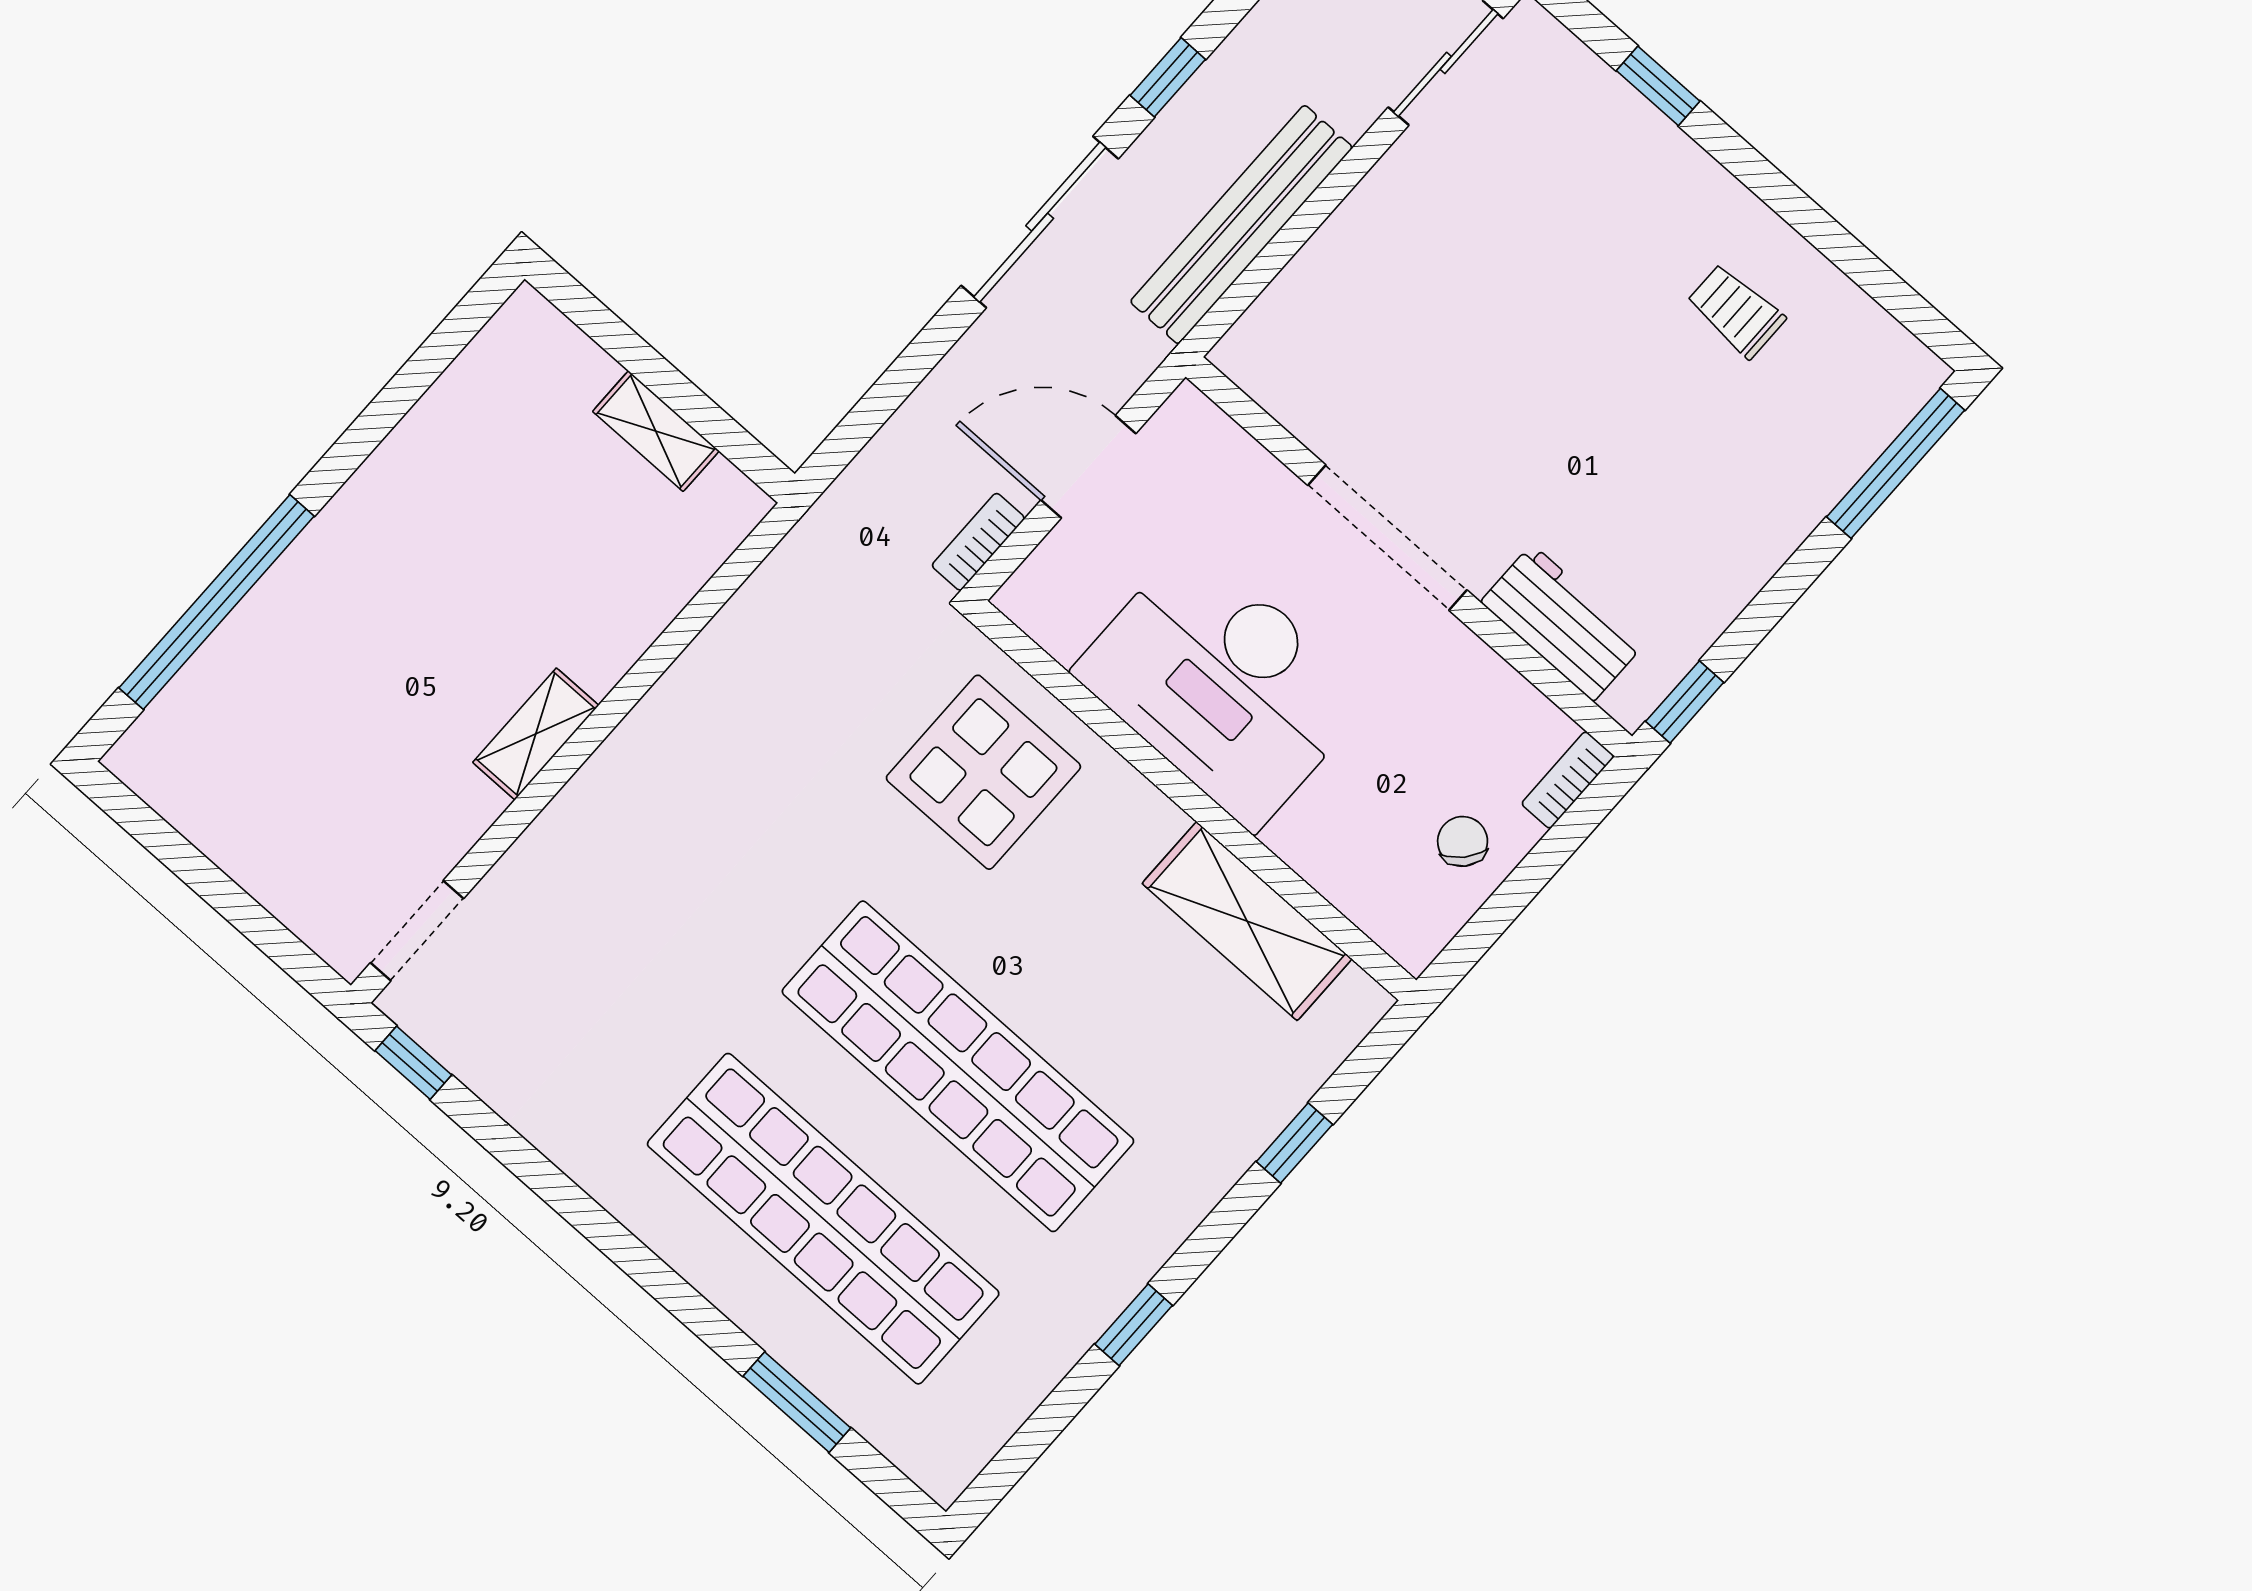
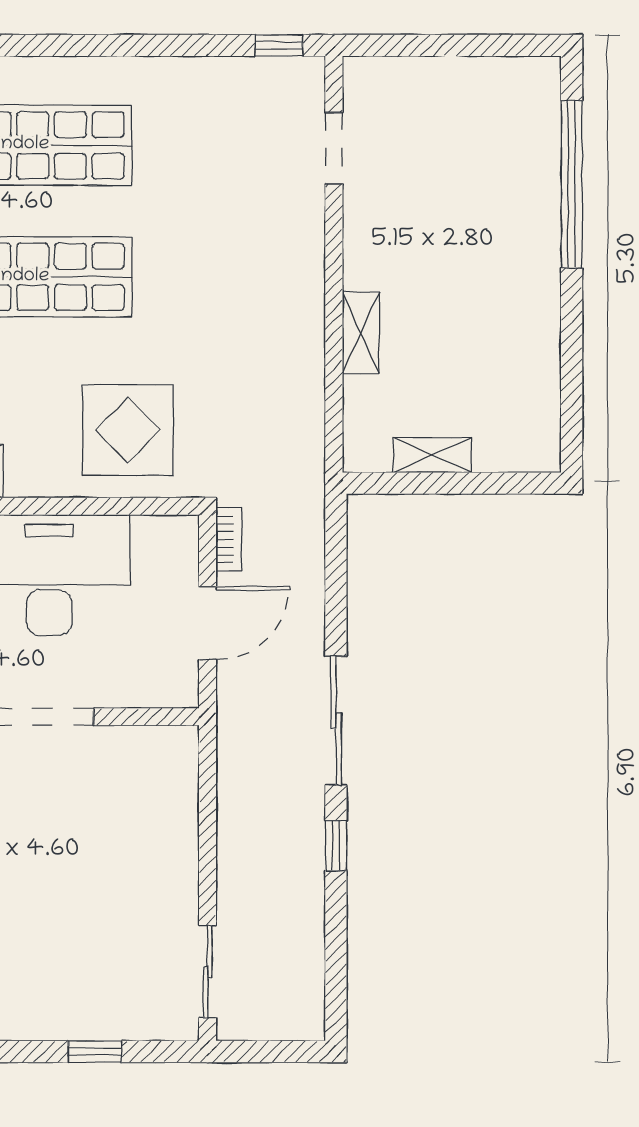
bench: (1241, 225) -> (237, 806), removed
shelving: (536, 734) -> (361, 333), moved
doorway: (417, 931) -> (334, 148), moved

